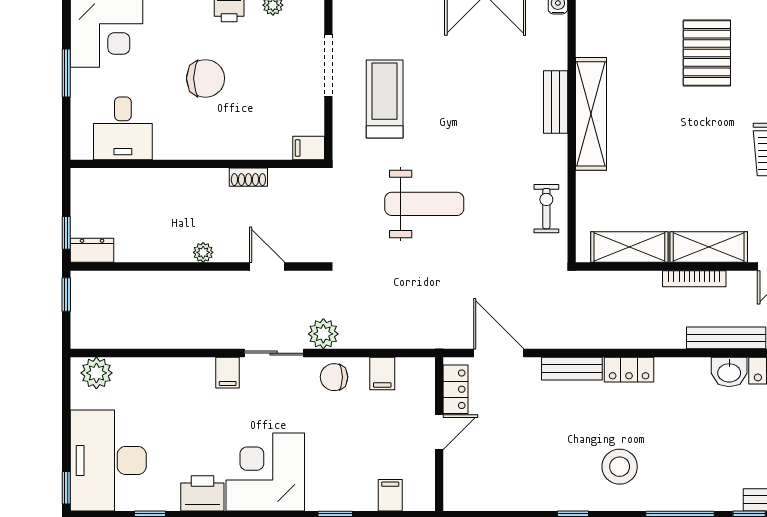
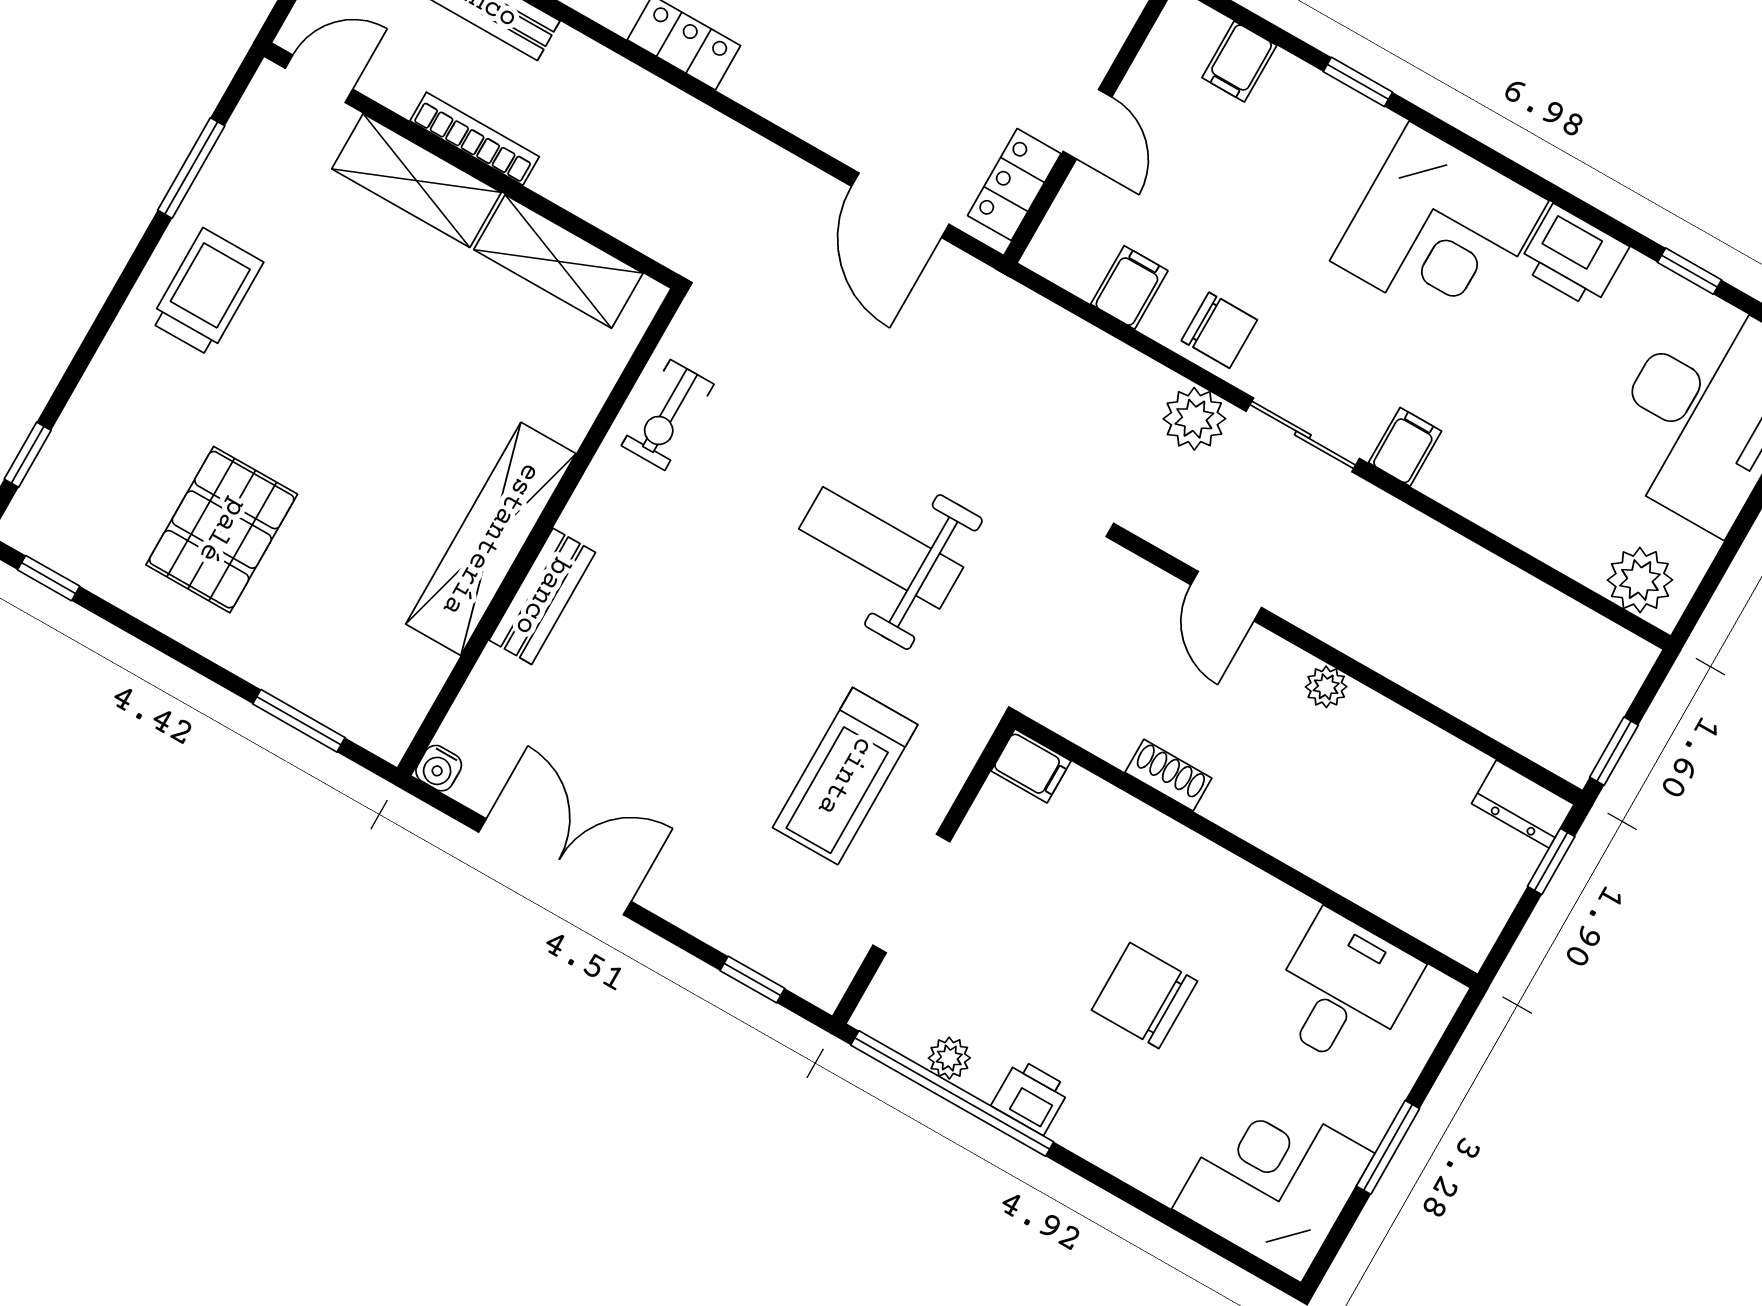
bench: (572, 369) -> (785, 103), removed
door: (439, 432) -> (1087, 124), swing flipped

